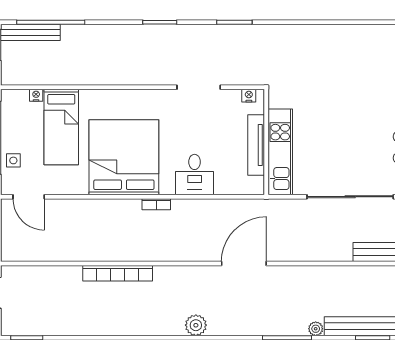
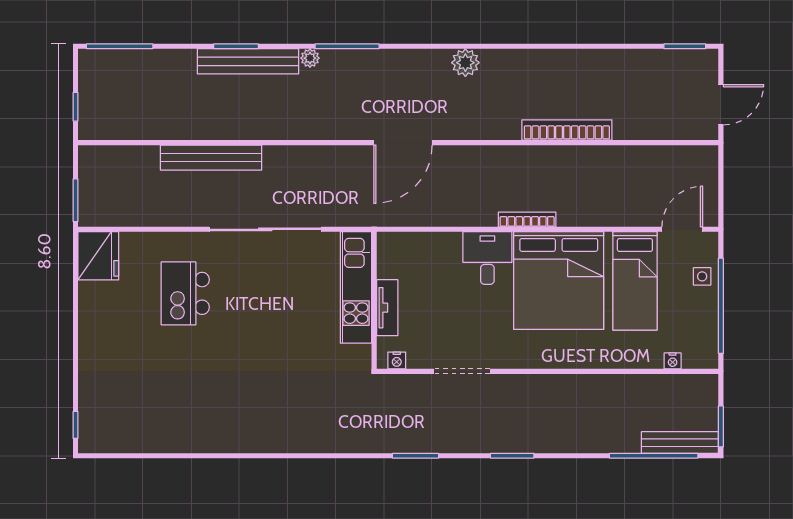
bed: (61, 127) -> (635, 281), moved, turned 180
tv unit: (256, 145) -> (387, 308), width x0.71
desk: (195, 175) -> (487, 258), moved
door: (29, 197) -> (682, 229), hinge flipped
bookcase: (156, 204) -> (527, 220), width x1.56

